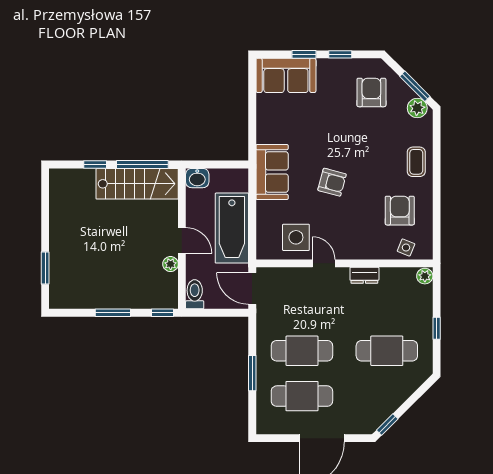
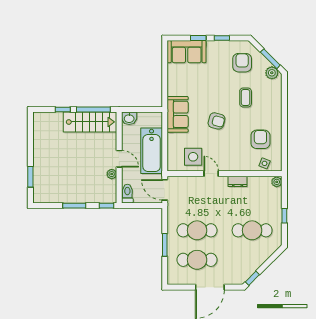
coffee table: (416, 162) -> (246, 97), moved

